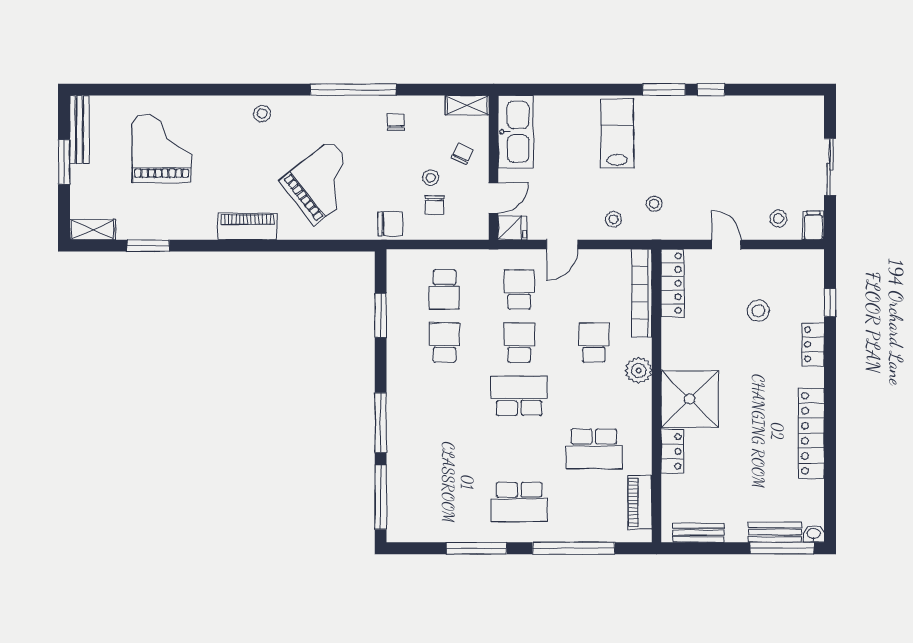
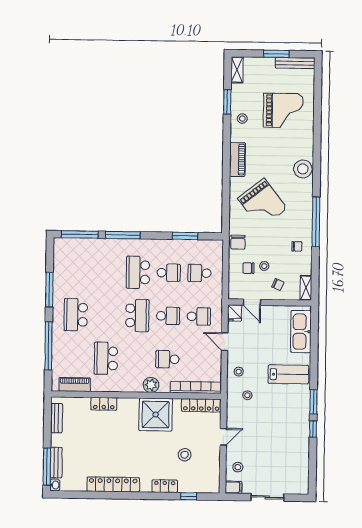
stool: (262, 114) -> (303, 169), width x1.89, depth x1.89
kitchen sink: (516, 132) -> (301, 332), moved, turned 90
stool: (177, 219) -> (242, 119), added
school desk: (594, 343) -> (167, 359), turned 180
school desk: (444, 396) -> (138, 272), added
shower: (690, 399) -> (156, 415), moved

